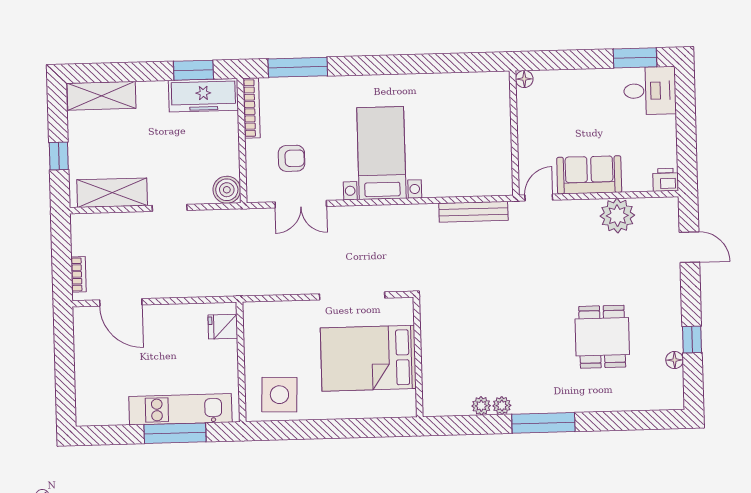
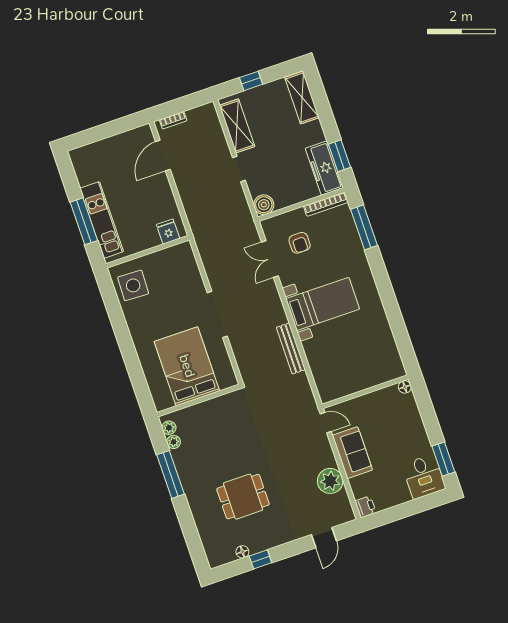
bench: (473, 212) -> (291, 348), moved
wall: (418, 357) -> (198, 401), moved
bed: (368, 358) -> (187, 366), moved

